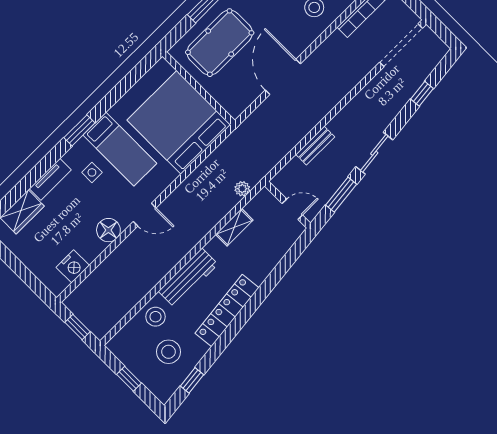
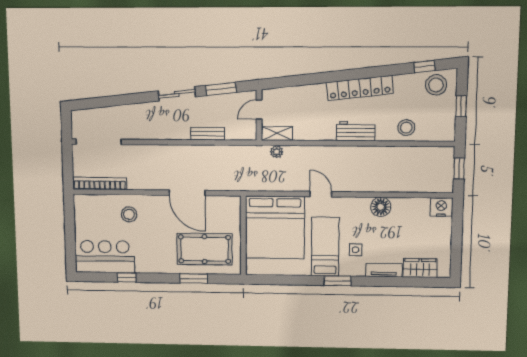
door: (283, 77) -> (187, 193), hinge flipped
window: (422, 94) -> (114, 101), removed
door: (292, 209) -> (259, 110), hinge flipped
door: (145, 215) -> (321, 194), moved
shelving: (234, 227) -> (277, 133), moved
nightstand: (73, 266) -> (441, 207), moved
workbench: (188, 278) -> (356, 131), width x0.73
stool: (168, 352) -> (436, 85), moved

